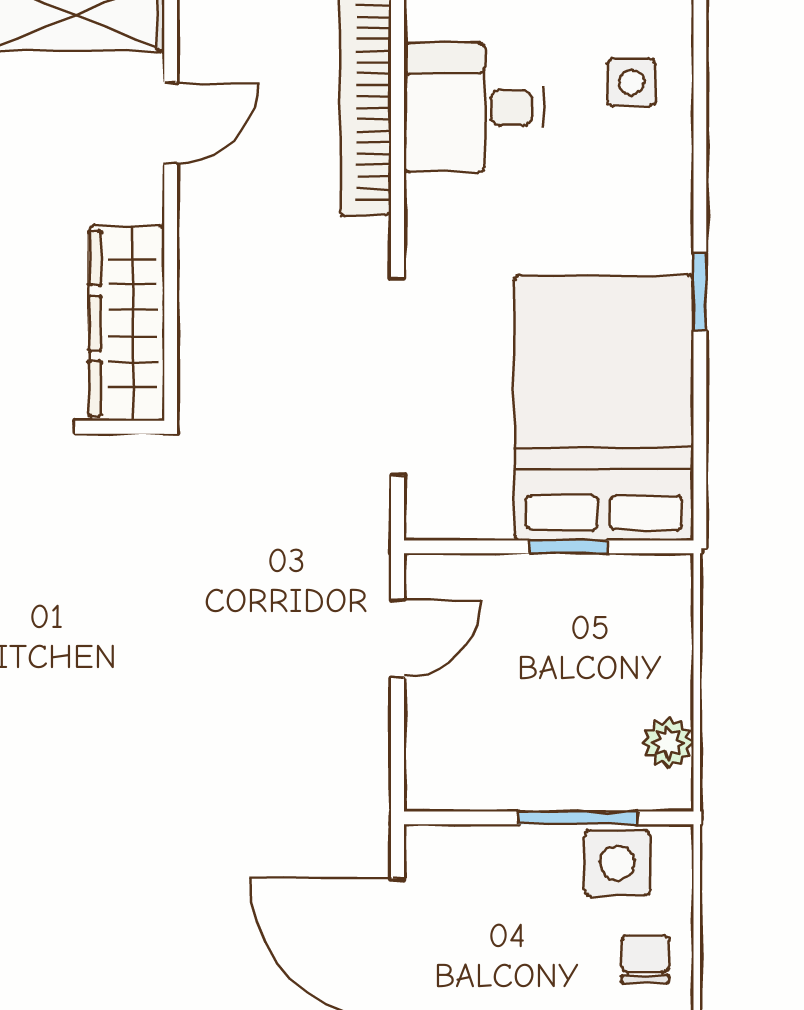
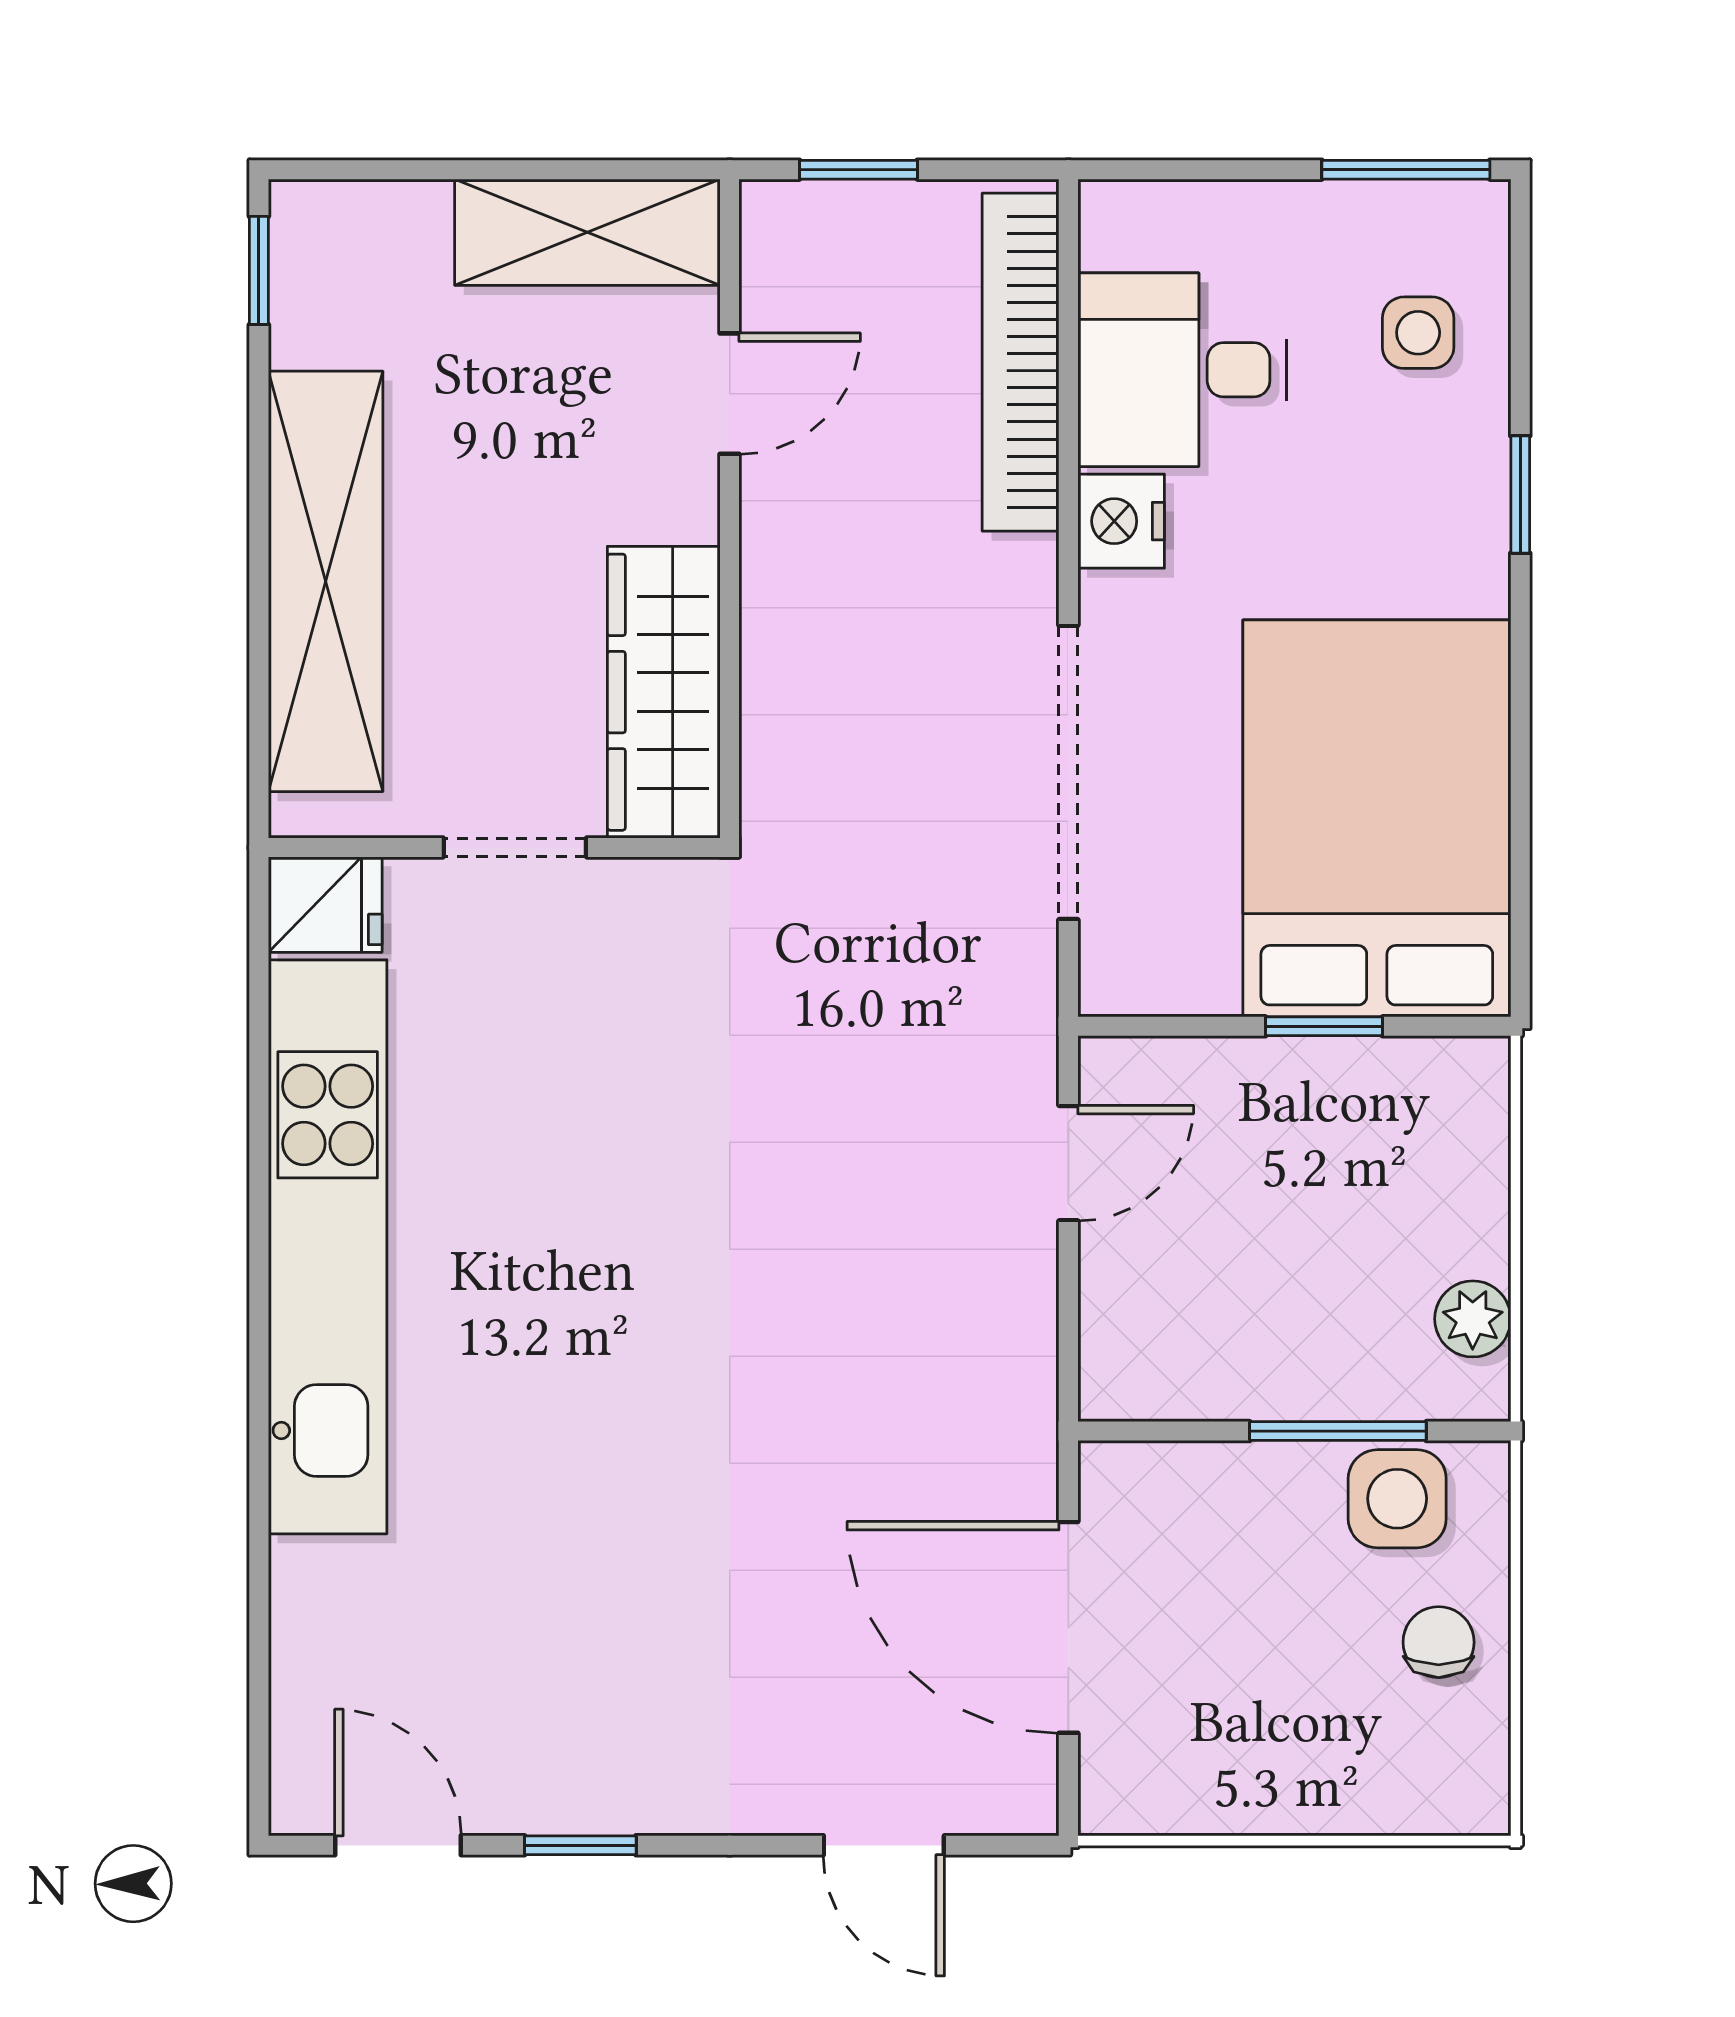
nightstand: (433, 209) -> (1121, 521), added
window: (700, 292) -> (1520, 495), moved

